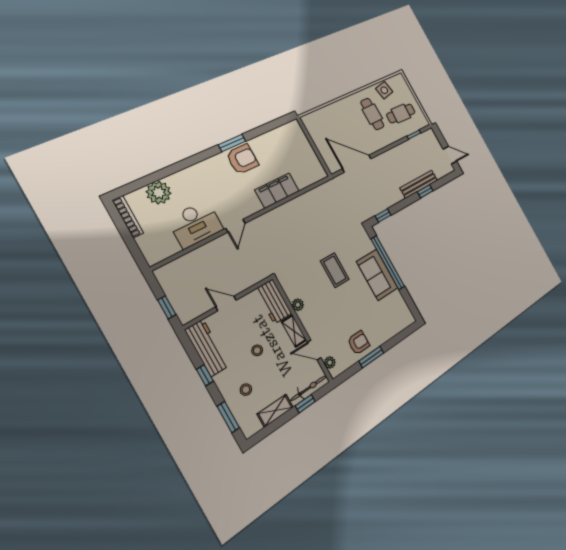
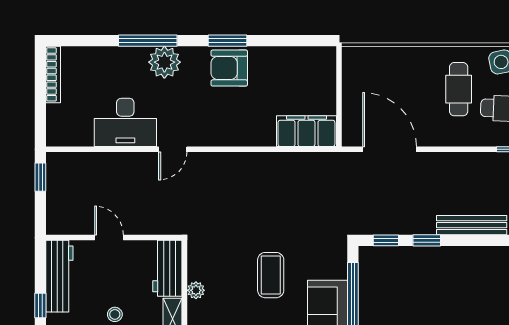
armchair: (242, 159) -> (229, 68), turned 180
window: (181, 165) -> (148, 41), added
filing cabinet: (277, 191) -> (306, 131), moved
window: (425, 191) -> (427, 240), moved
plant: (159, 193) -> (164, 62), moved
window: (167, 307) -> (40, 177), moved

